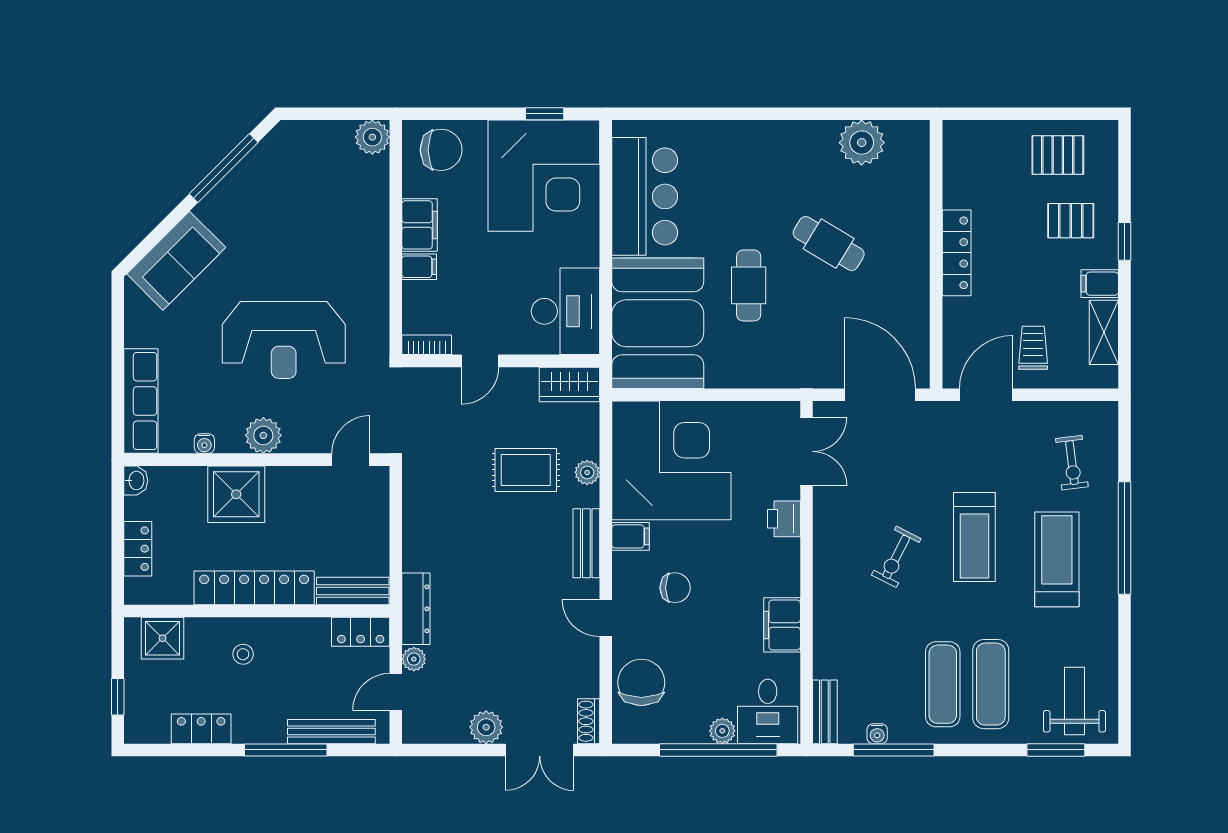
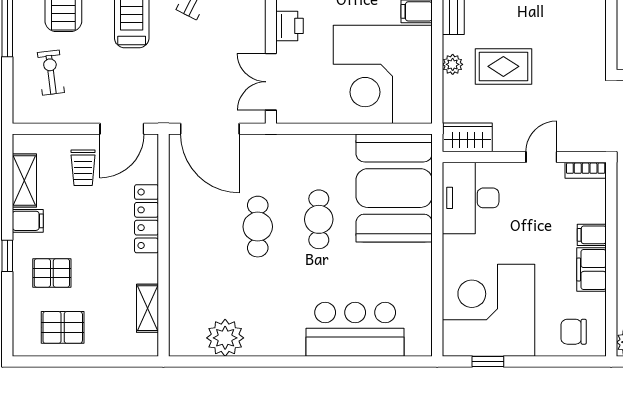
chair: (441, 150) -> (574, 332), width x0.73, depth x0.73
shelving: (955, 178) -> (147, 308), added
bar counter: (645, 196) -> (355, 329), moved, turned 90
cafe table: (829, 244) -> (258, 227), moved, turned 59
locker: (957, 253) -> (146, 219), moved

